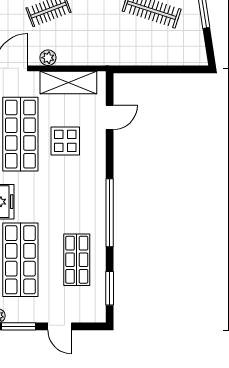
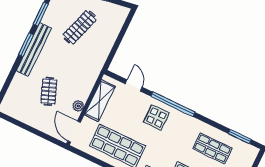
display table: (65, 141) -> (156, 118), moved
window: (110, 213) -> (173, 104), moved

